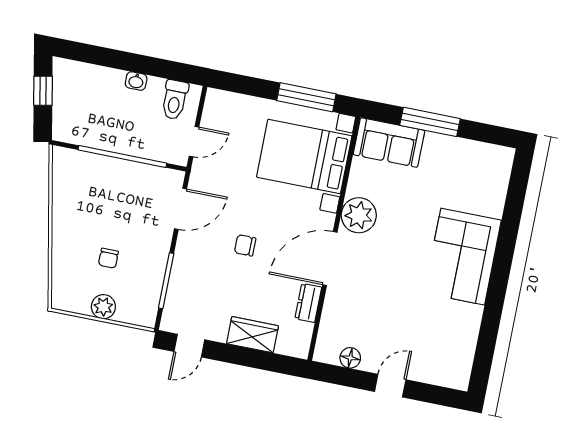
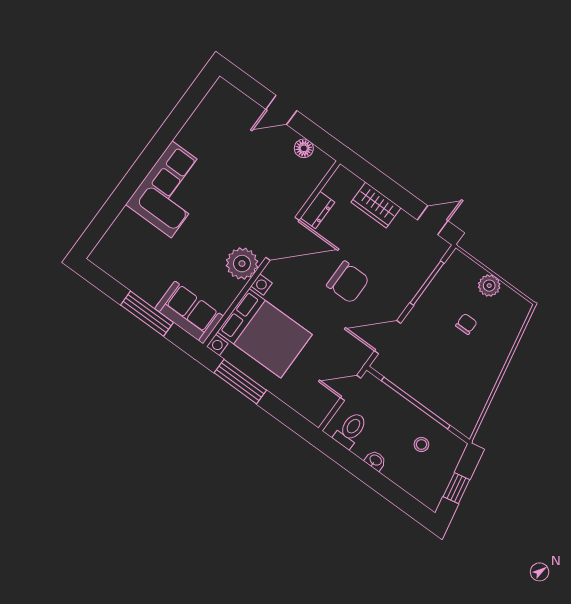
stool: (98, 118) -> (421, 444), added
chair: (245, 245) -> (348, 282), width x1.87, depth x1.87

